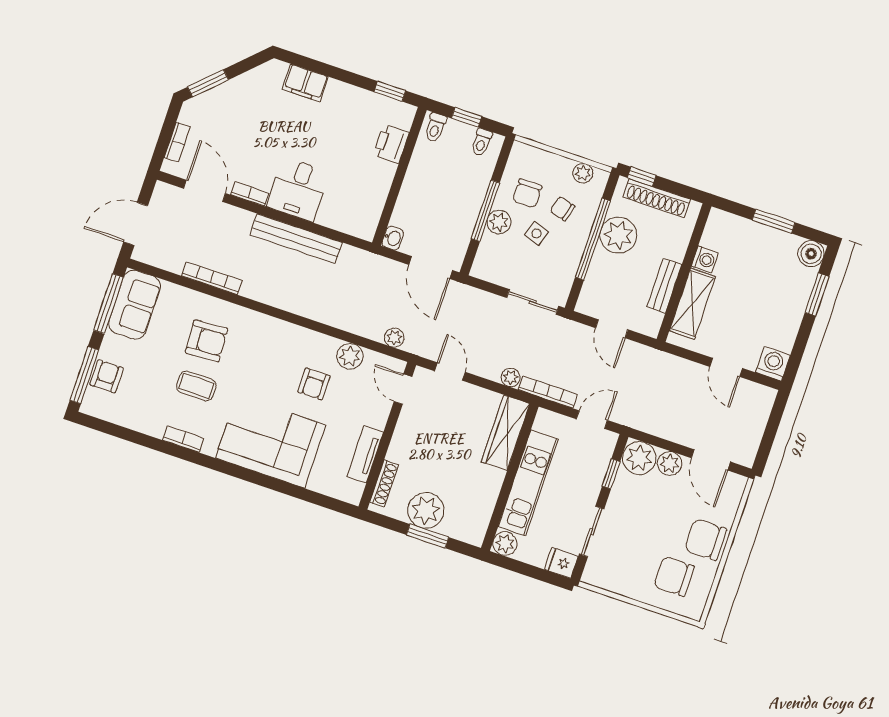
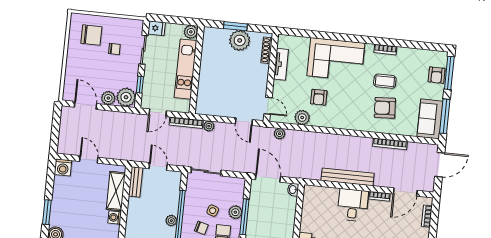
door: (205, 191) -> (405, 192), hinge flipped
plant: (618, 235) -> (171, 221), width x0.53, depth x0.53
bench: (664, 286) -> (136, 182), moved
armchair: (314, 384) -> (319, 97), turned 180
wardrobe: (506, 433) -> (205, 94), removed
chair: (706, 540) -> (114, 49), moved, width x0.54, depth x0.54

